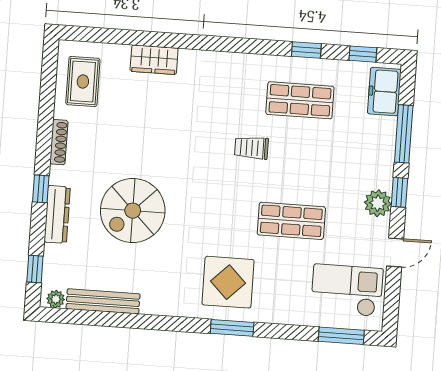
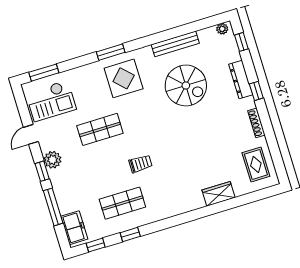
spiral stairs: (133, 211) -> (186, 85), moved, turned 90
bench: (103, 301) -> (175, 44), moved

